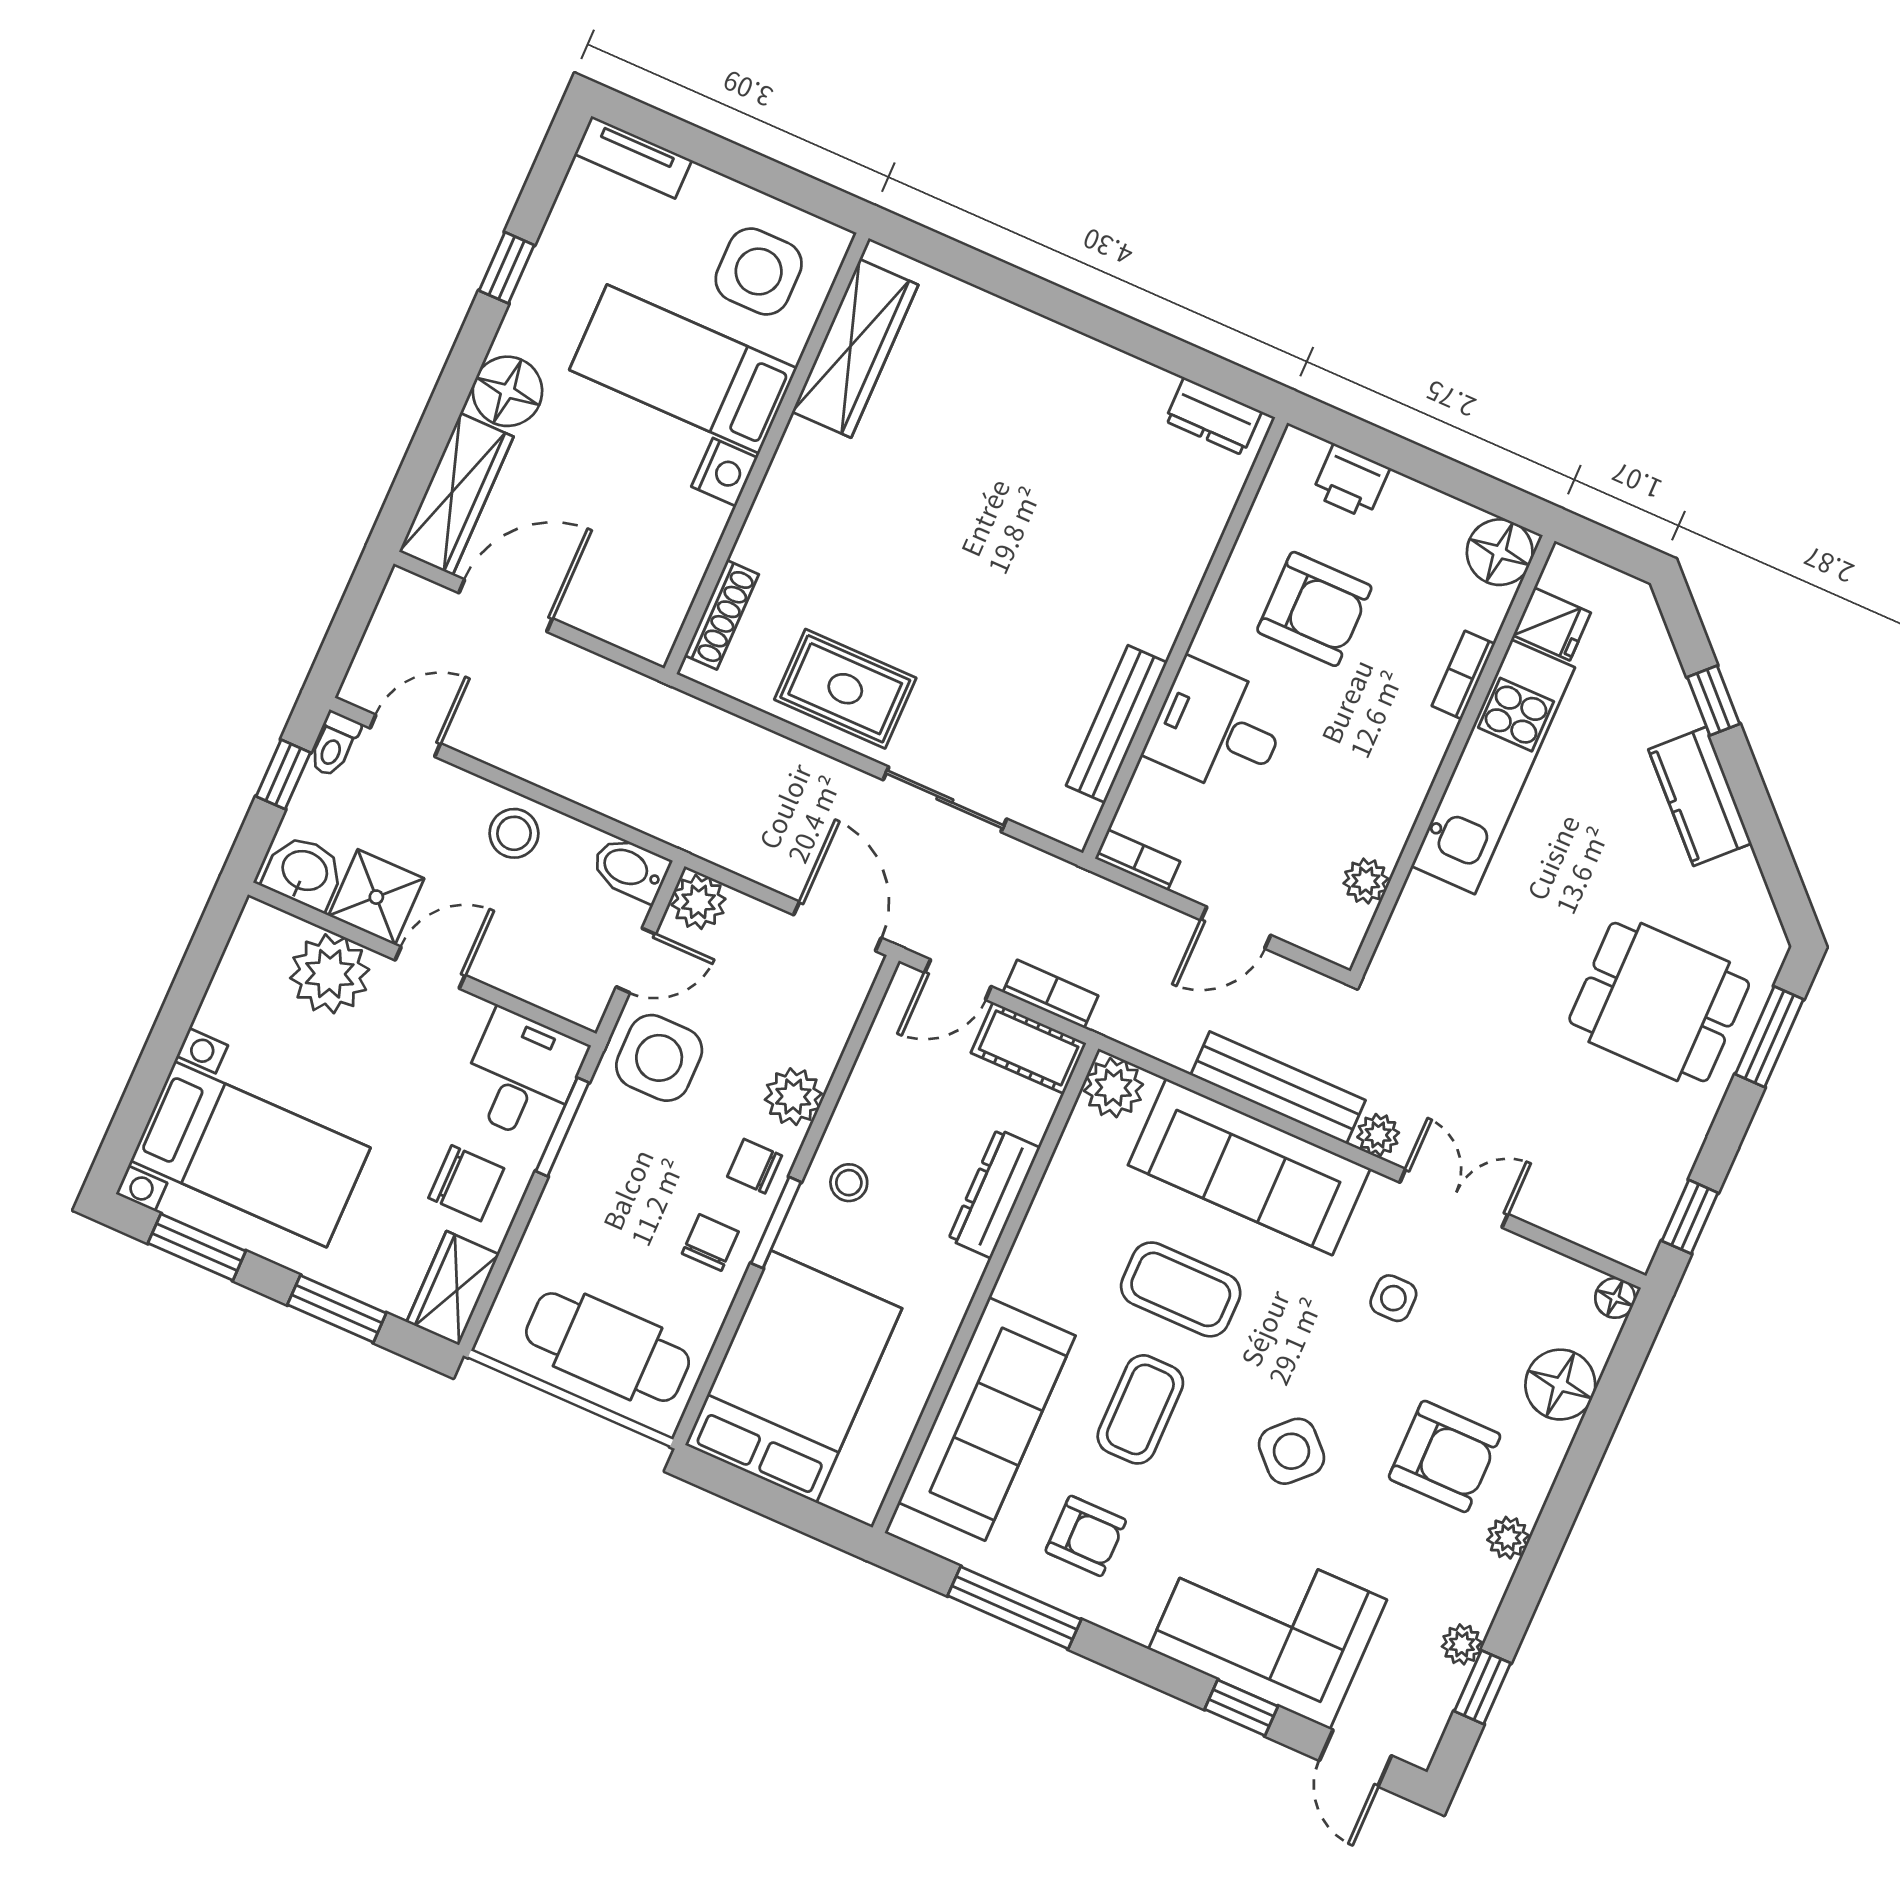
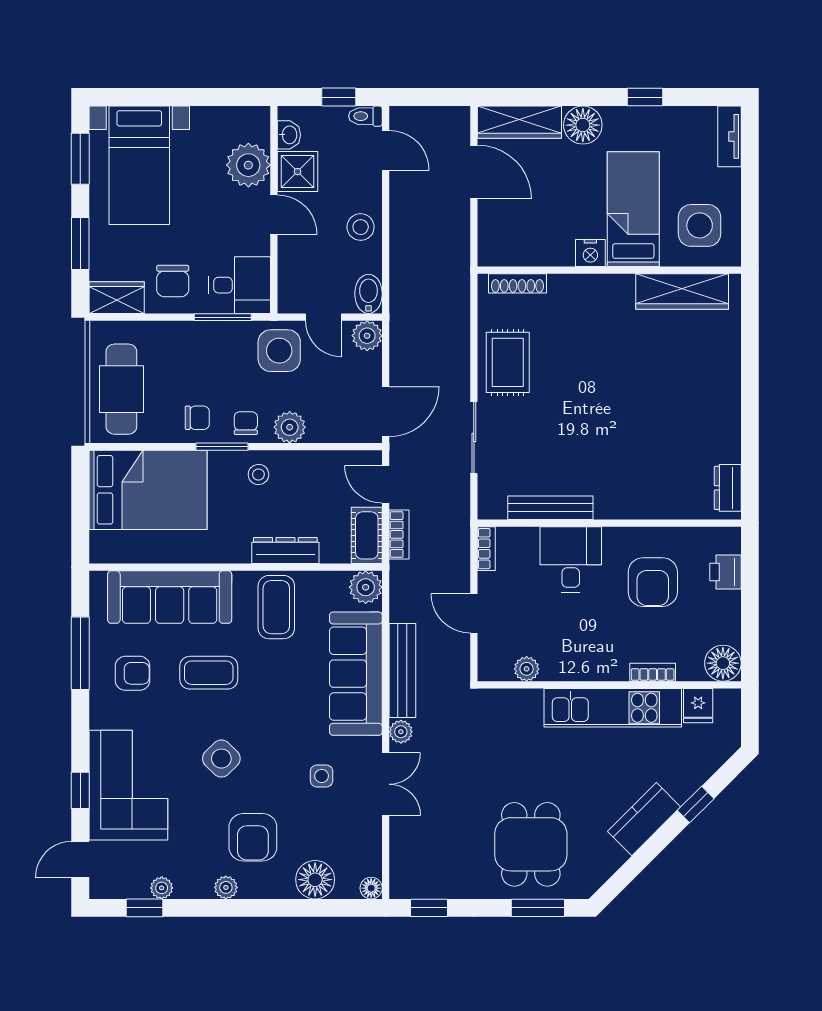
washbasin: (304, 872) -> (289, 135), width x0.72, depth x0.69
coffee table: (1181, 1289) -> (276, 607), moved
armchair: (1086, 1536) -> (133, 673), turned -90

